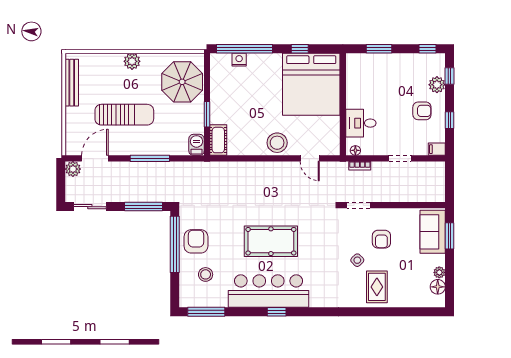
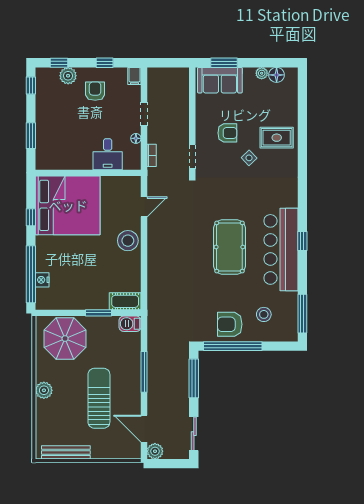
floor lamp: (355, 150) -> (136, 138), moved

